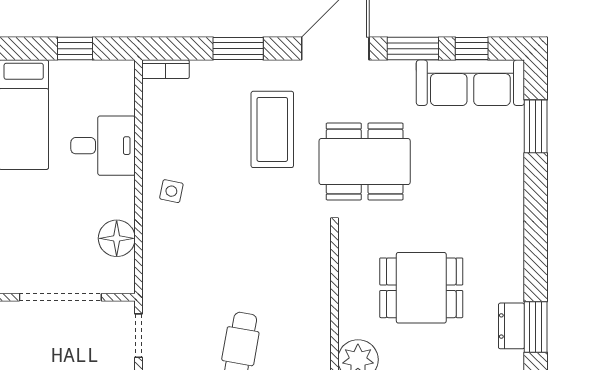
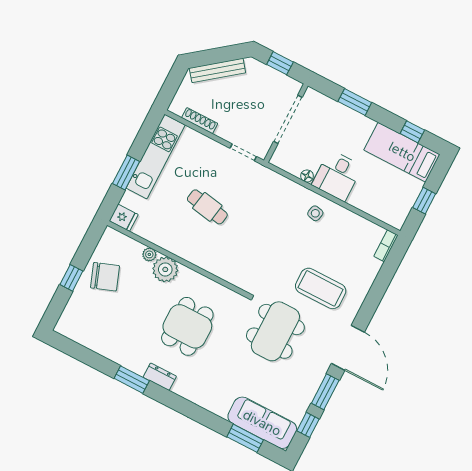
window: (238, 49) -> (376, 293), removed
sofa: (470, 83) -> (262, 423), moved, turned 90
desk: (103, 146) -> (337, 176), moved
floor lamp: (117, 238) -> (307, 176), width x0.53, depth x0.53
dresser: (511, 326) -> (160, 377), moved

